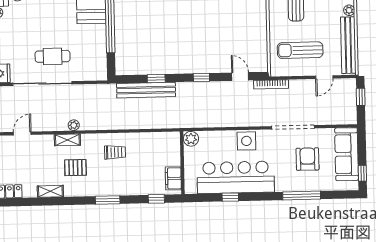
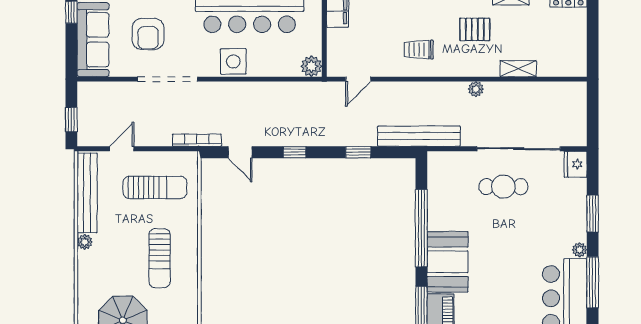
bench: (146, 90) -> (419, 136), moved
door: (22, 133) -> (358, 79), moved
shelving: (67, 140) -> (518, 69), moved

